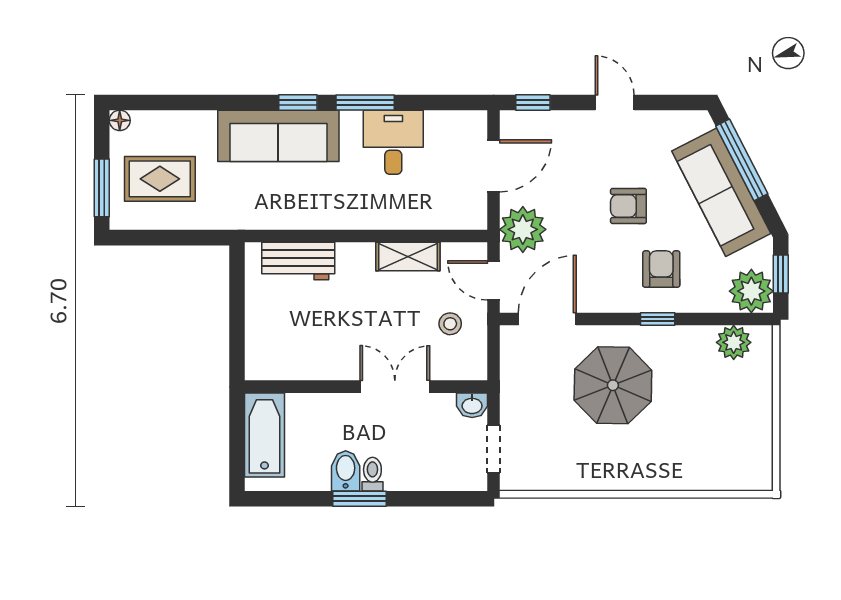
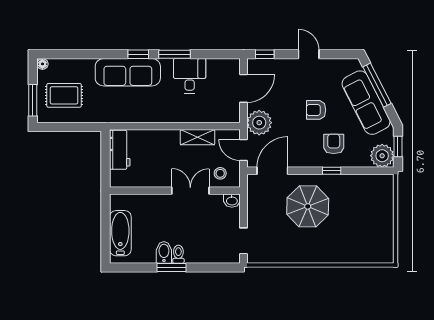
workbench: (298, 261) -> (120, 150), moved, turned -90
plant: (734, 342) -> (373, 183), removed
wall: (366, 387) -> (175, 191), moved
double door: (395, 387) -> (190, 191), moved
washbasin: (472, 405) -> (232, 201), moved

